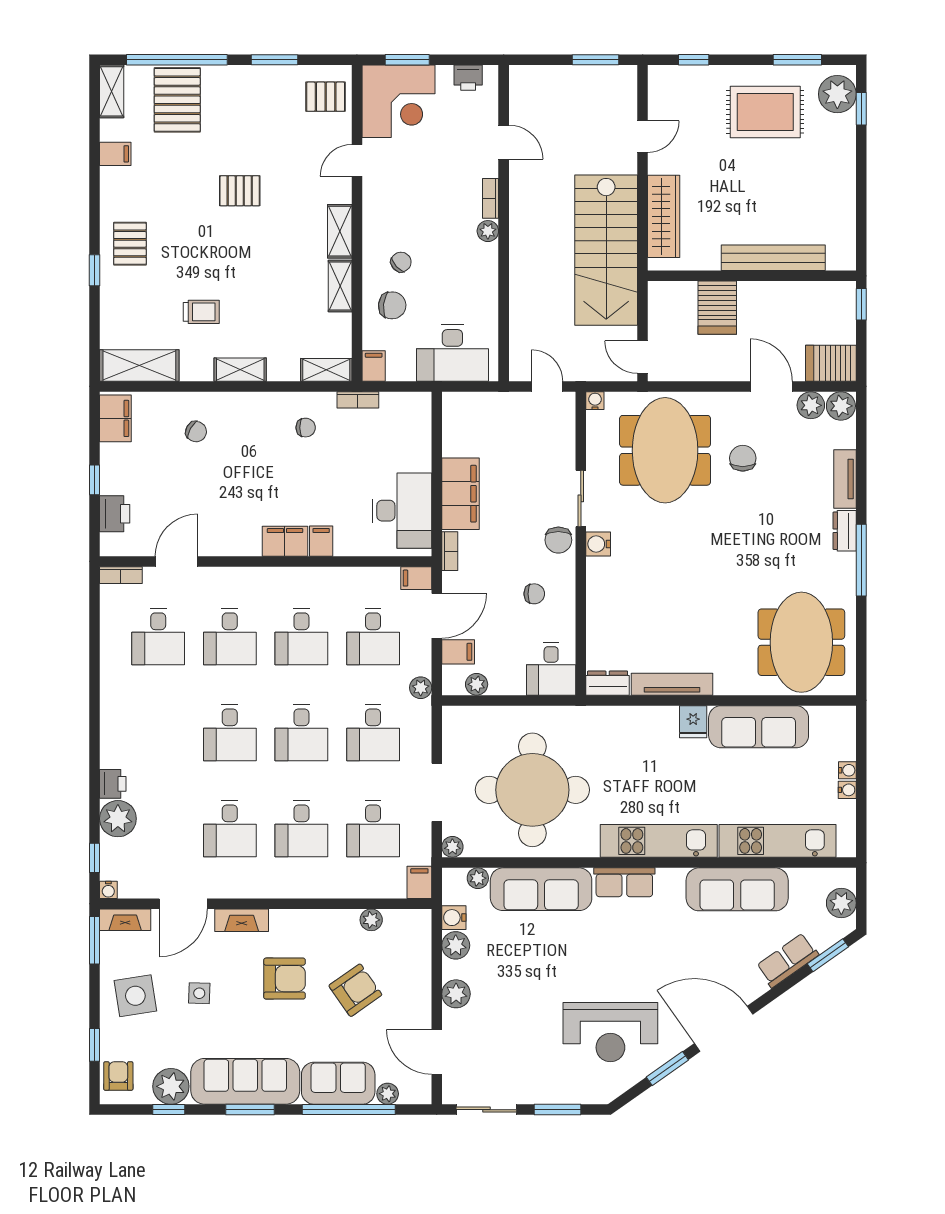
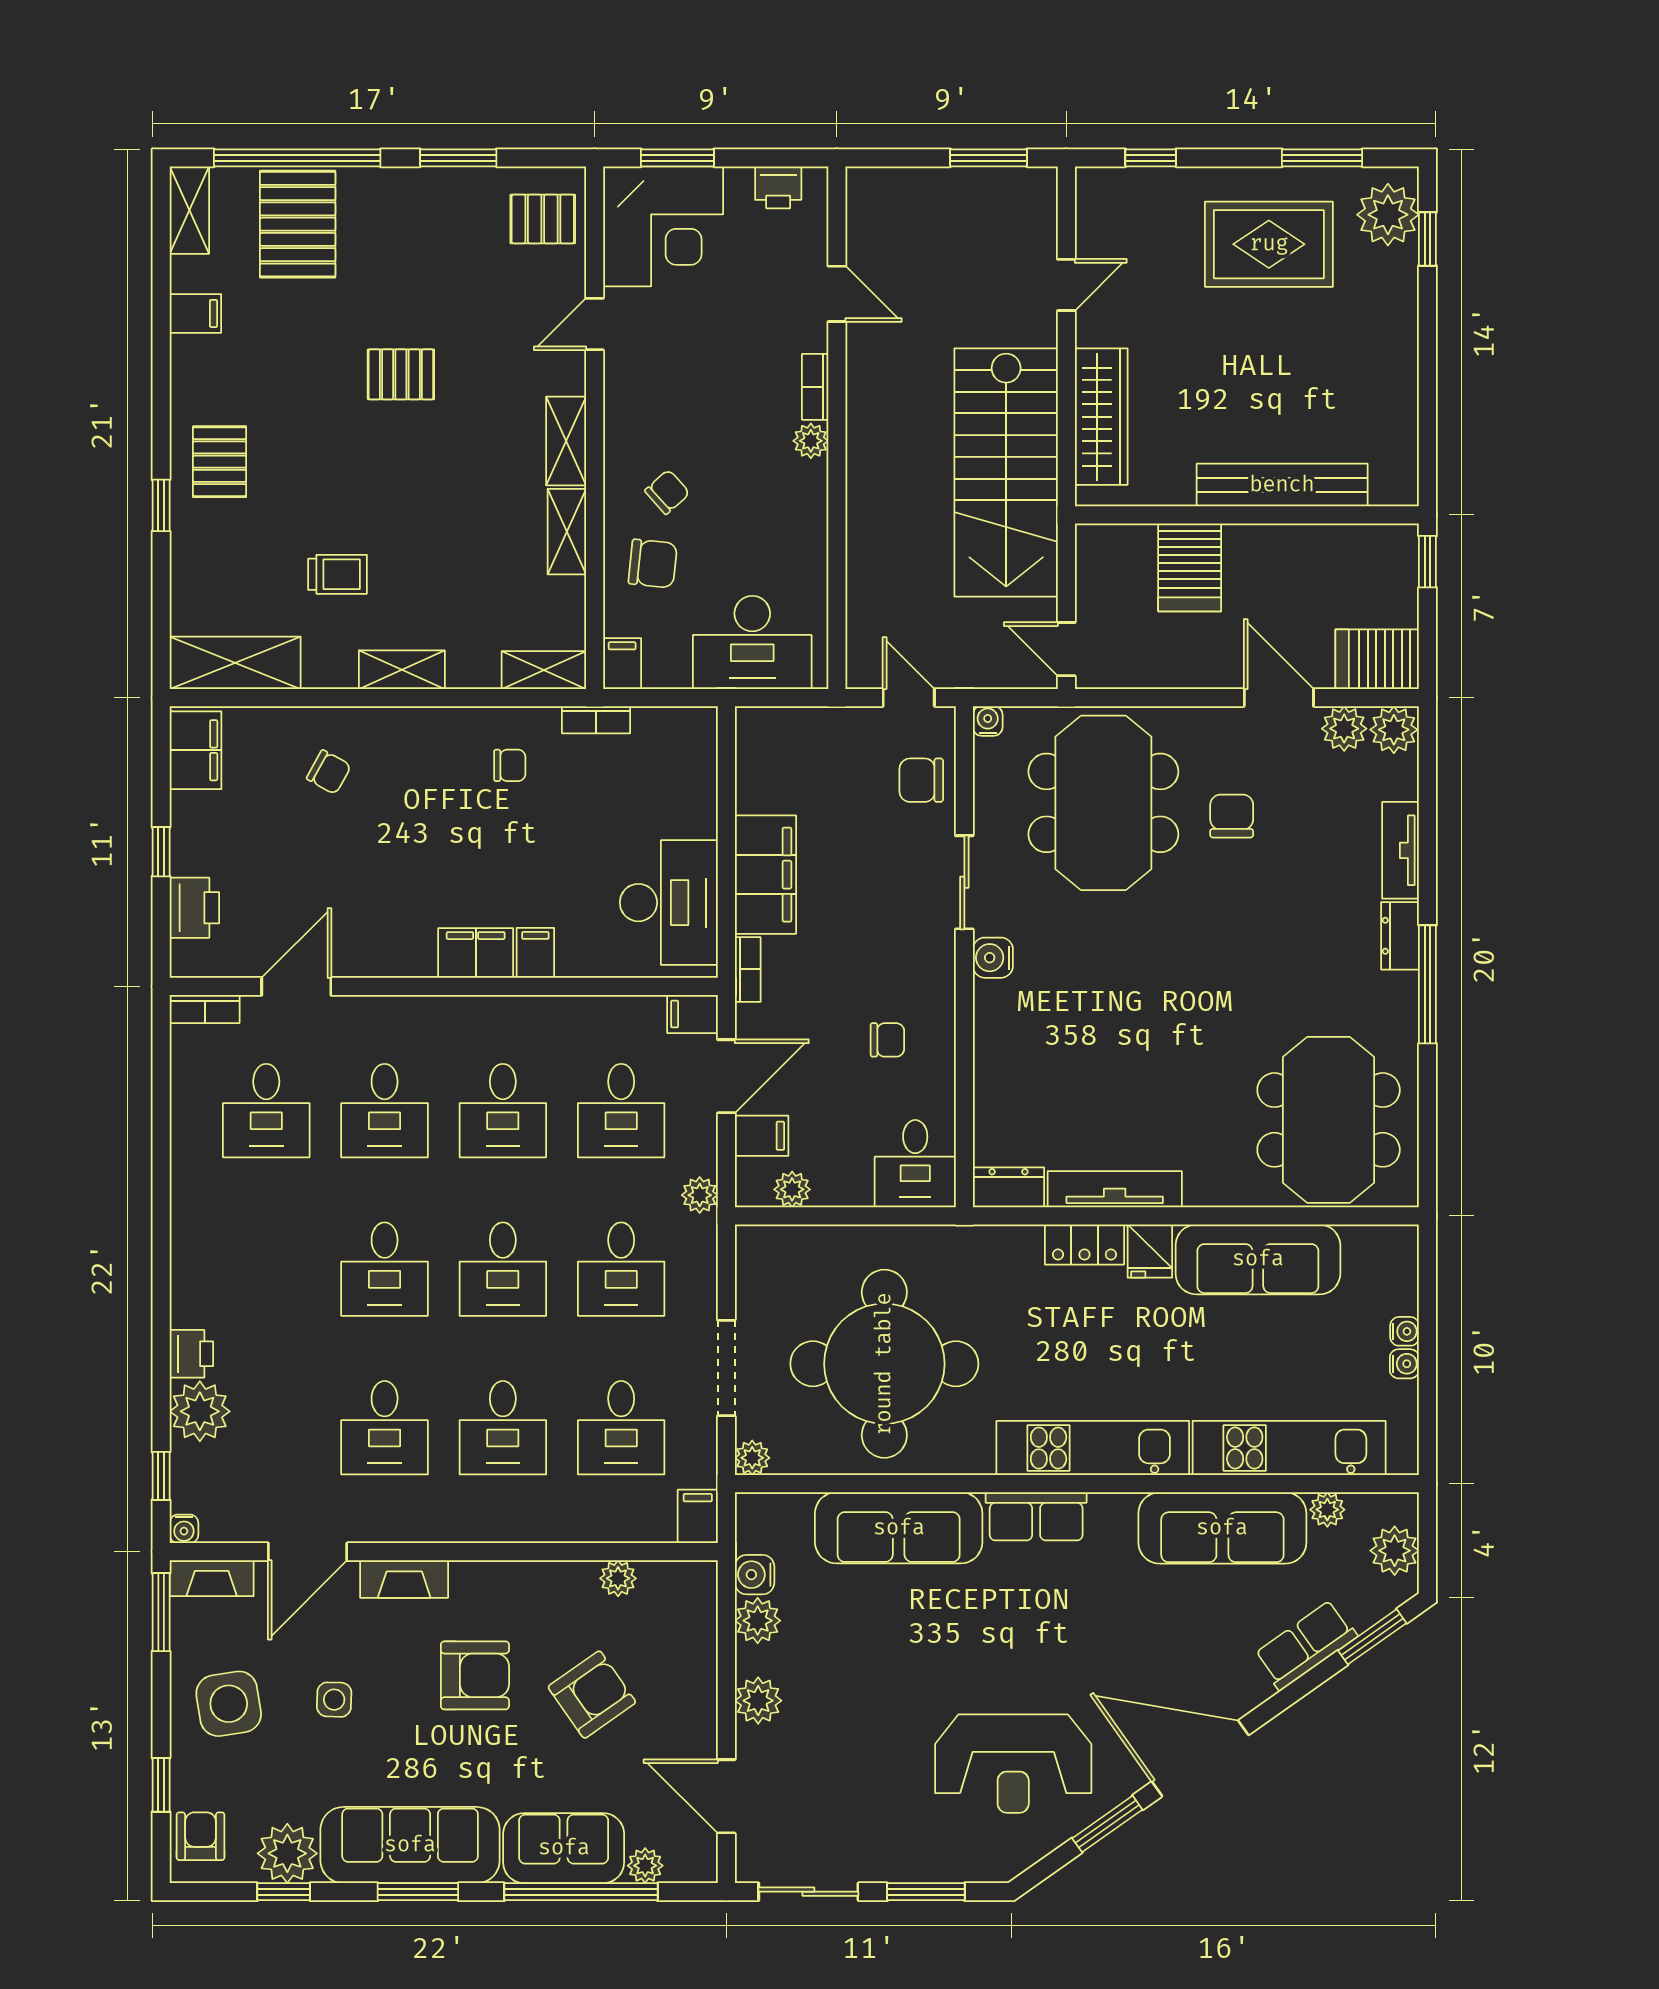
chair: (558, 540) -> (921, 780), moved, turned 90
locker: (654, 718) -> (1084, 1245), added
plant: (478, 878) -> (1327, 1510), moved

